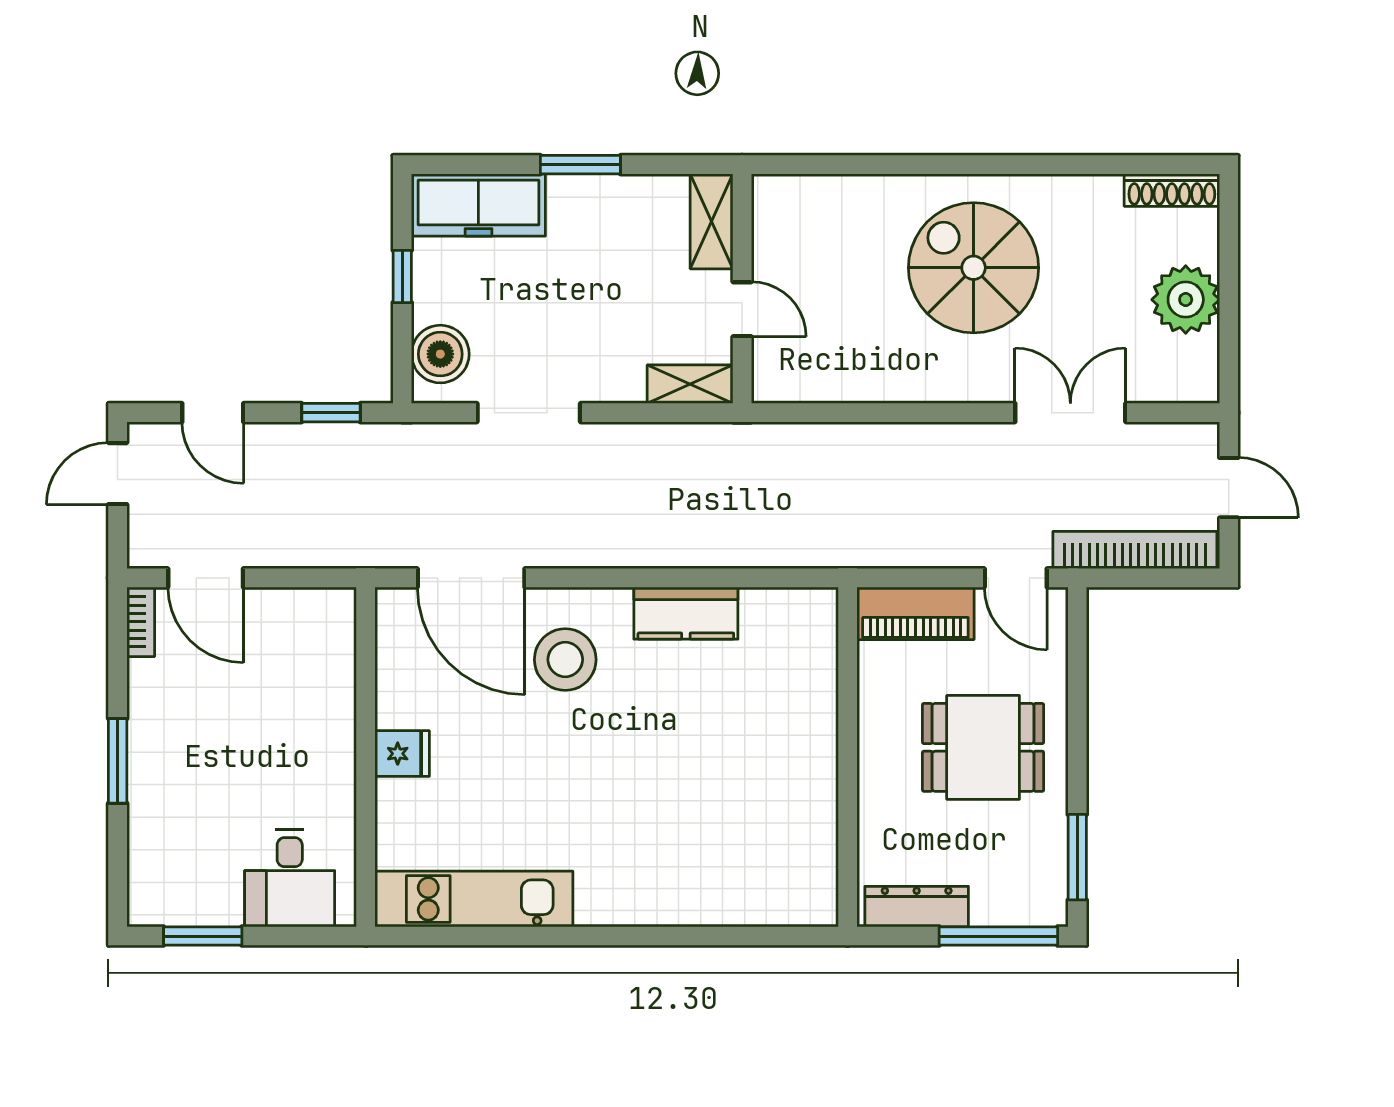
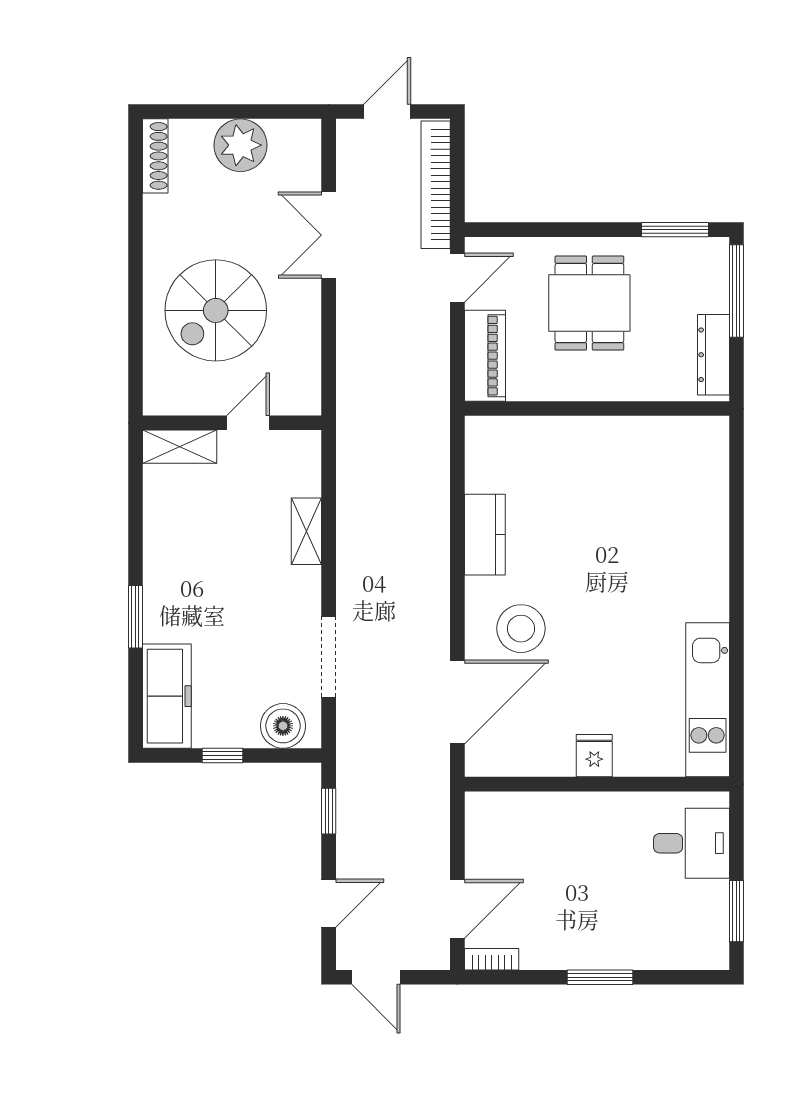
shelving: (712, 221) -> (180, 447), moved
wall: (742, 289) -> (232, 423), moved
door: (742, 309) -> (248, 423), moved

